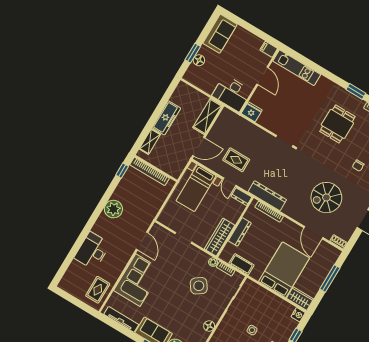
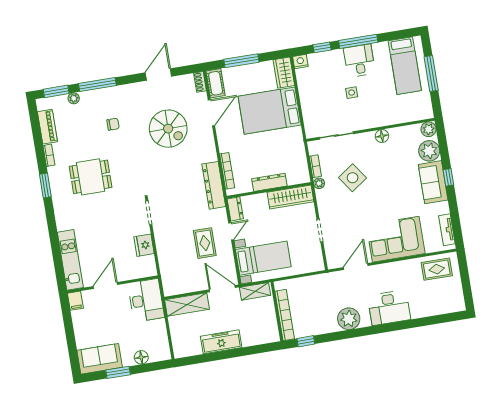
window: (193, 53) -> (118, 372), moved
fridge: (252, 112) -> (144, 245), moved
shelving: (150, 142) -> (255, 291), moved
desk: (92, 251) -> (389, 308), moved
cot: (241, 264) -> (216, 83), moved
tv unit: (121, 319) -> (447, 230), width x0.71

